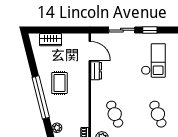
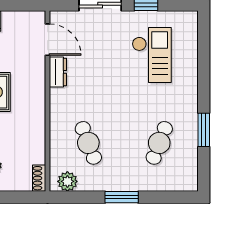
cafe table: (158, 114) -> (159, 143), turned 42

